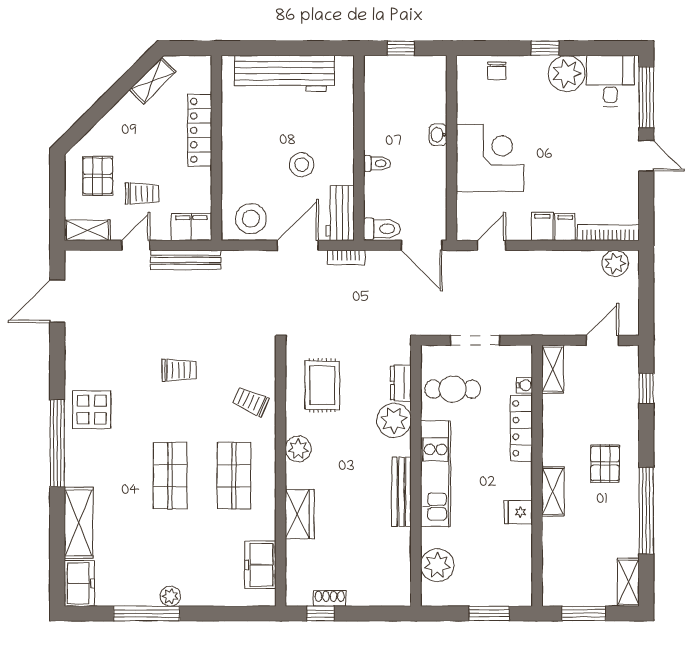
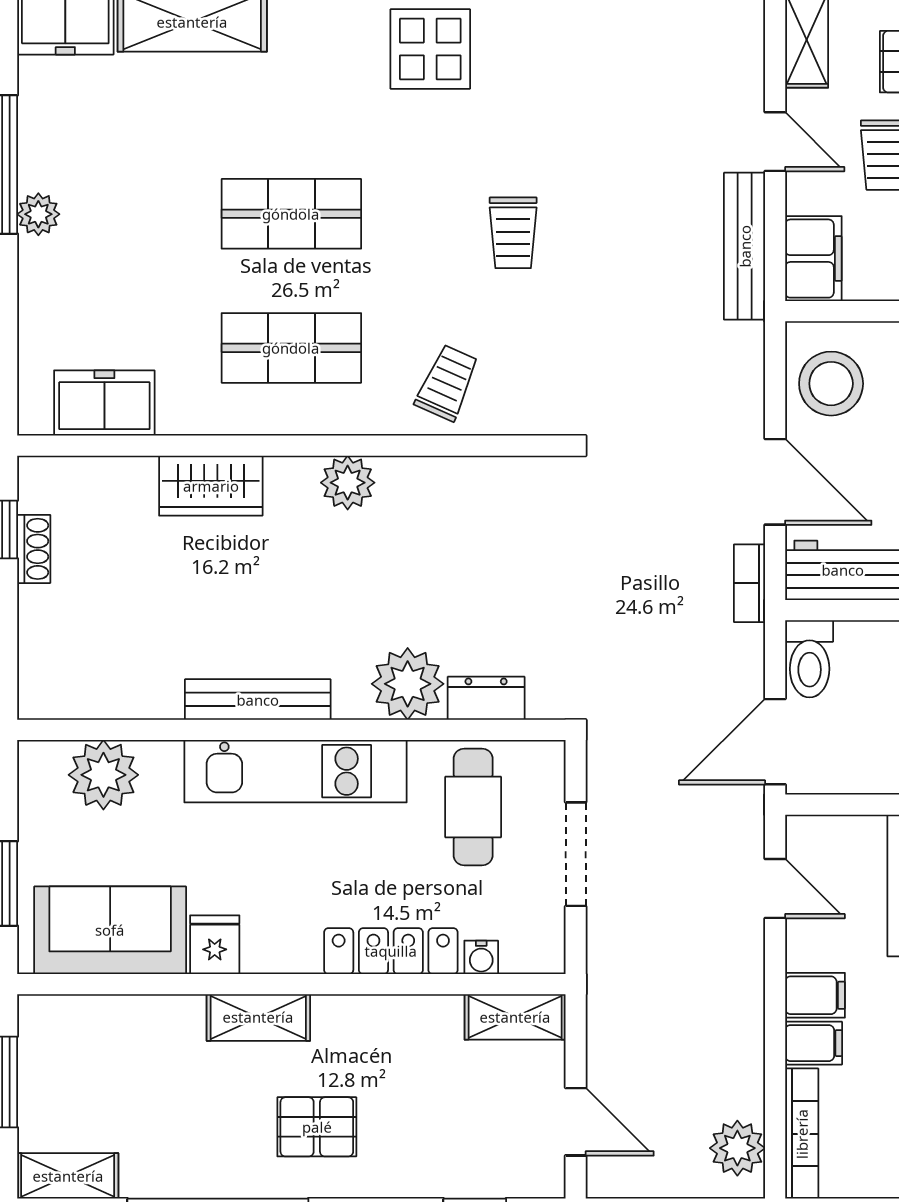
rug: (322, 385) -> (481, 533), removed
sofa: (511, 562) -> (110, 930), added

